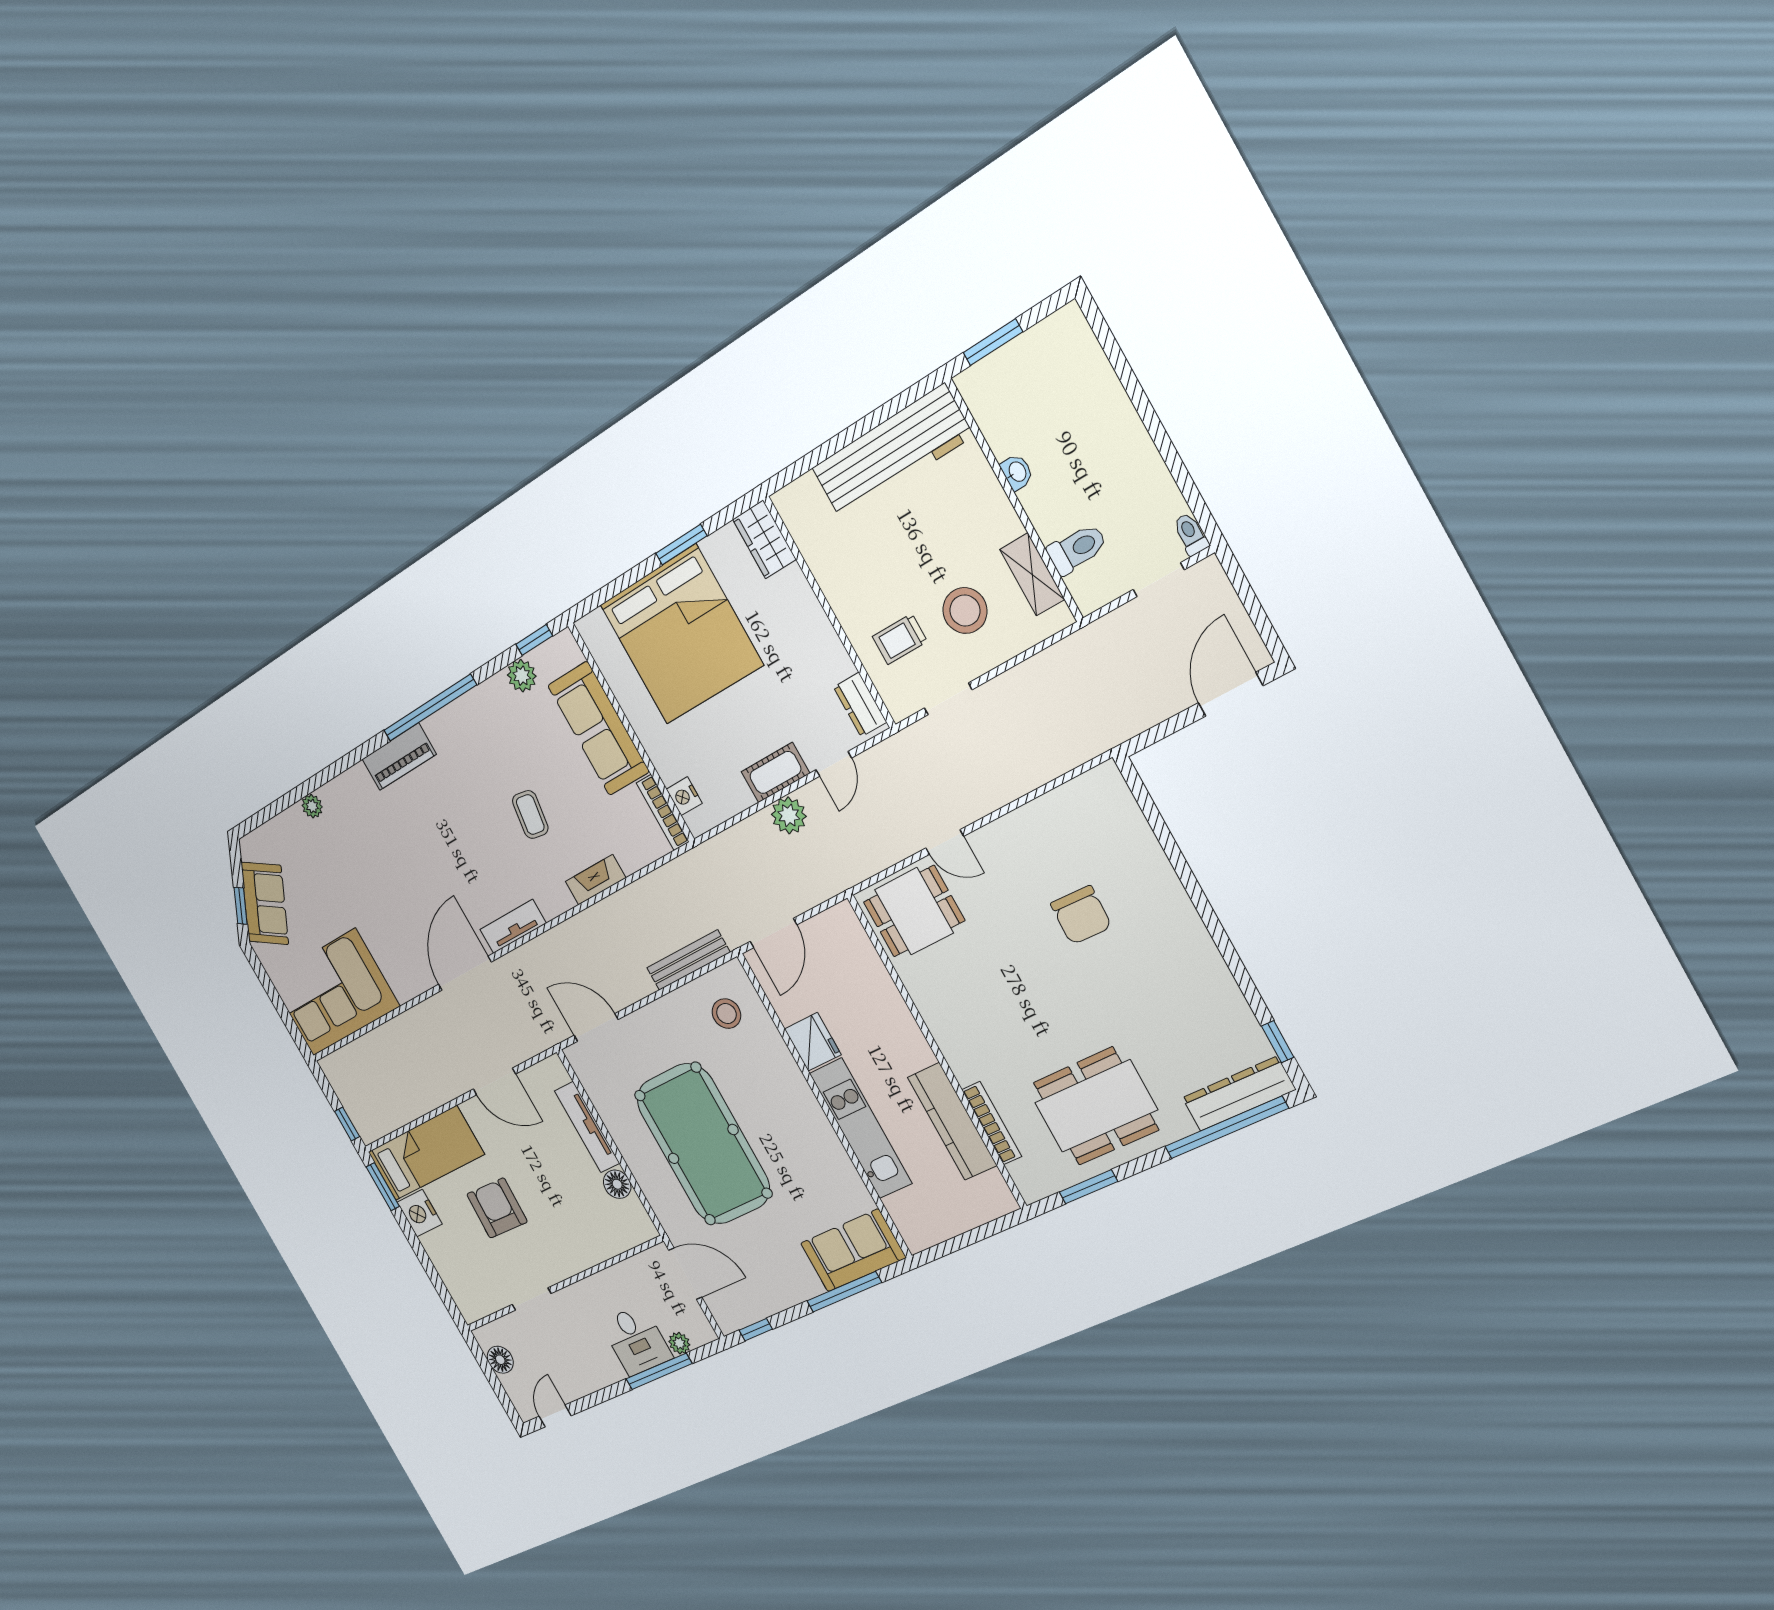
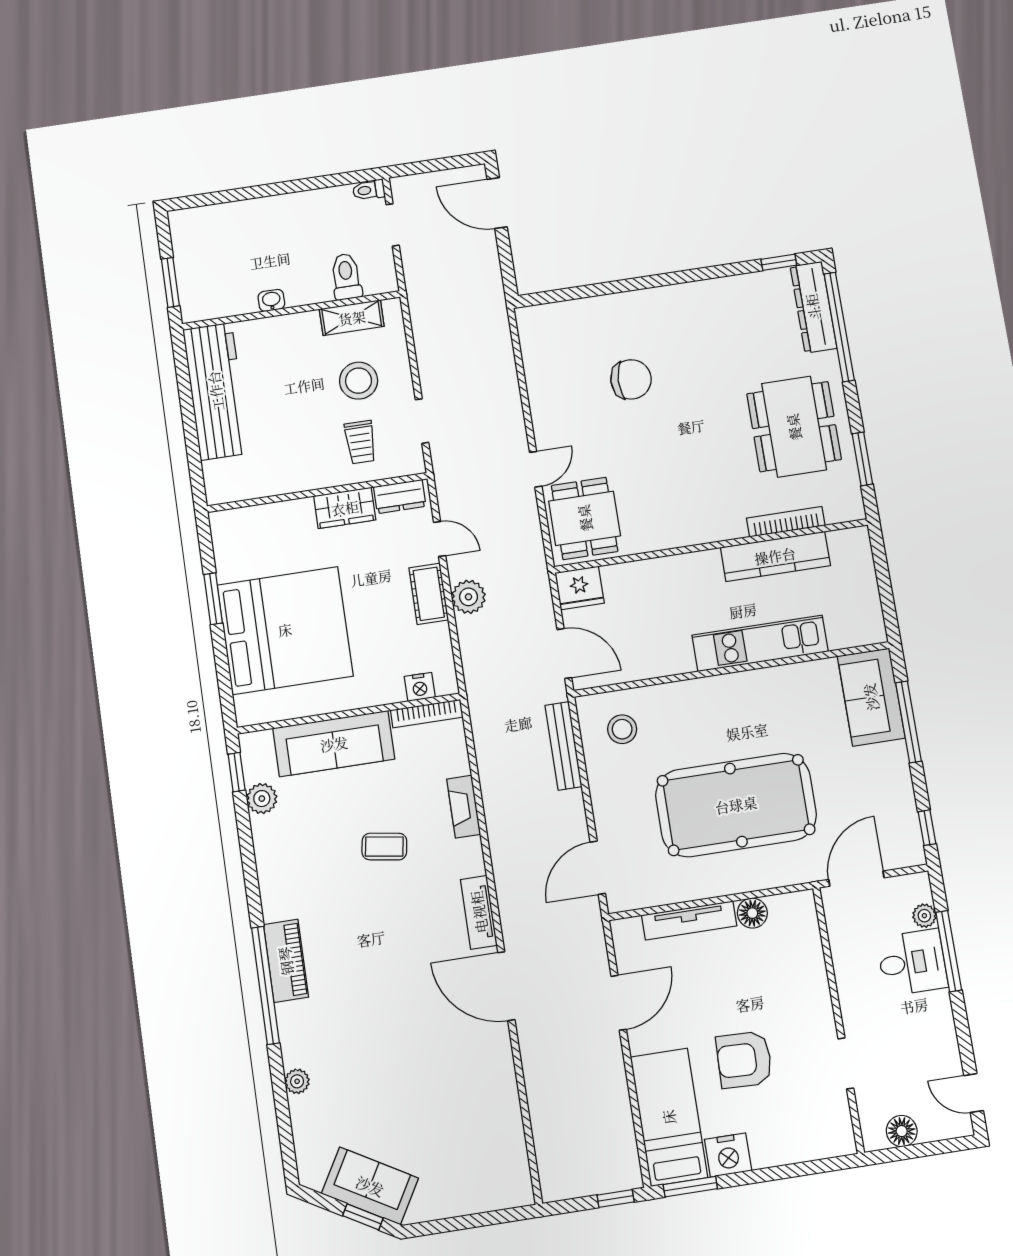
wardrobe: (764, 539) -> (345, 508), moved
window: (430, 708) -> (265, 985), moved
corner sofa: (334, 992) -> (481, 1147), removed
fridge: (813, 1042) -> (580, 588), moved, turned 180

